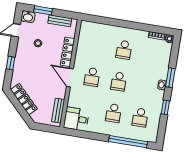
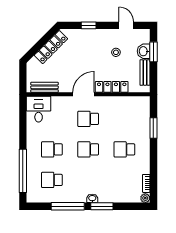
washbasin: (28, 17) -> (144, 51), moved
window: (109, 21) -> (153, 128), added
window: (165, 107) -> (68, 206), width x2.17

